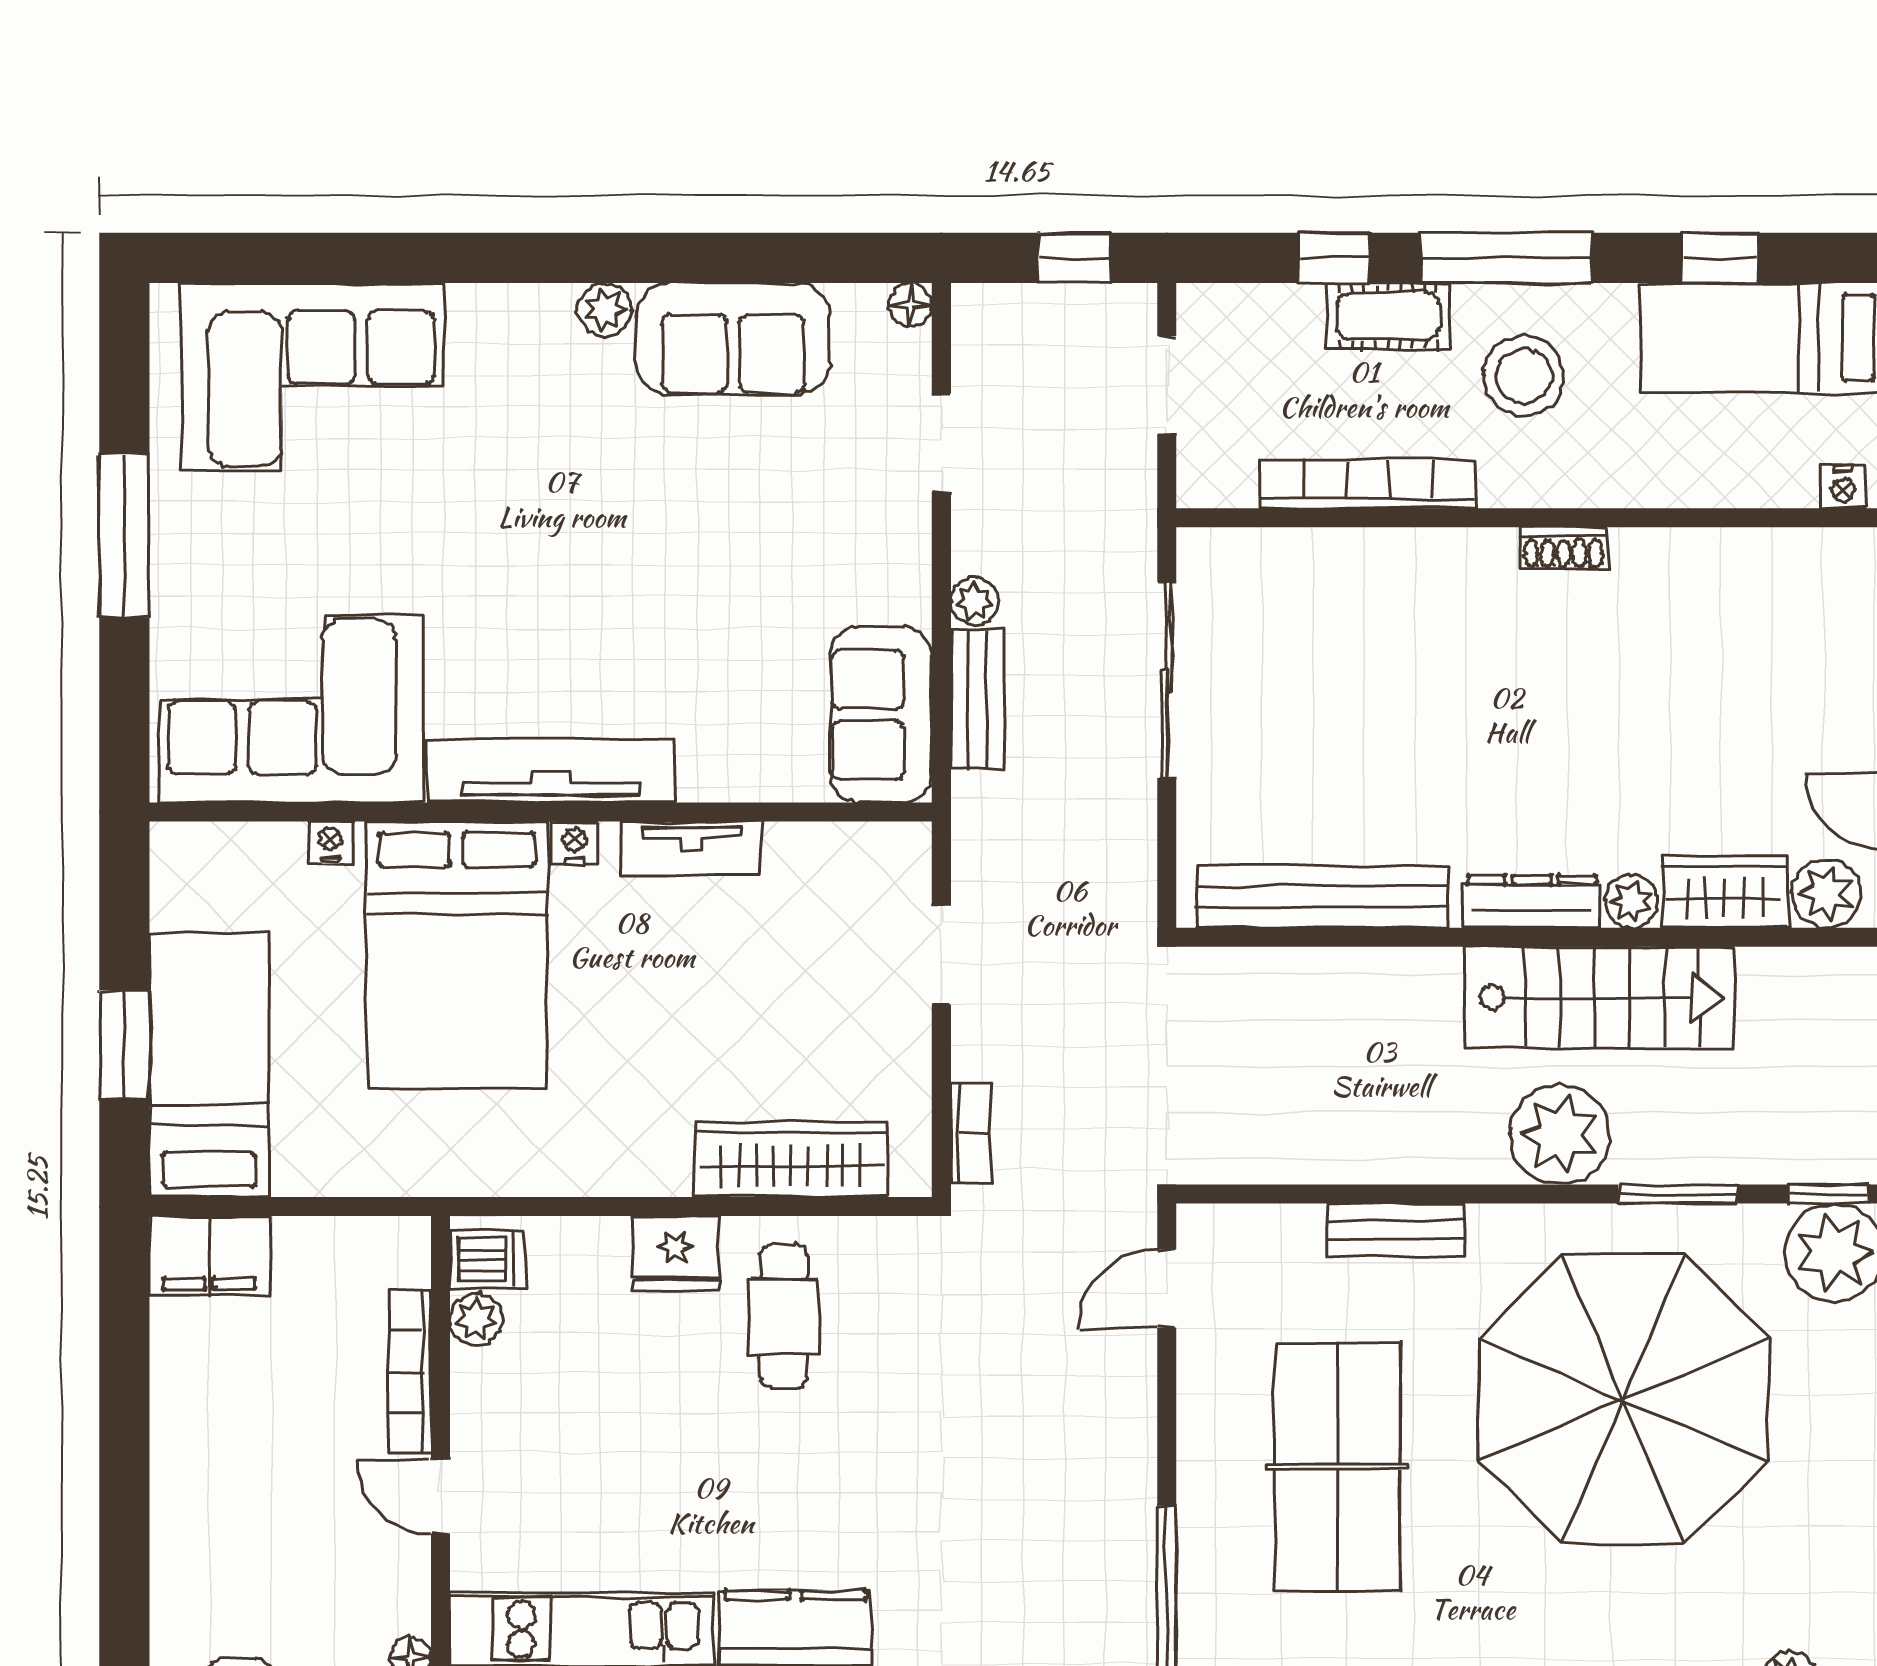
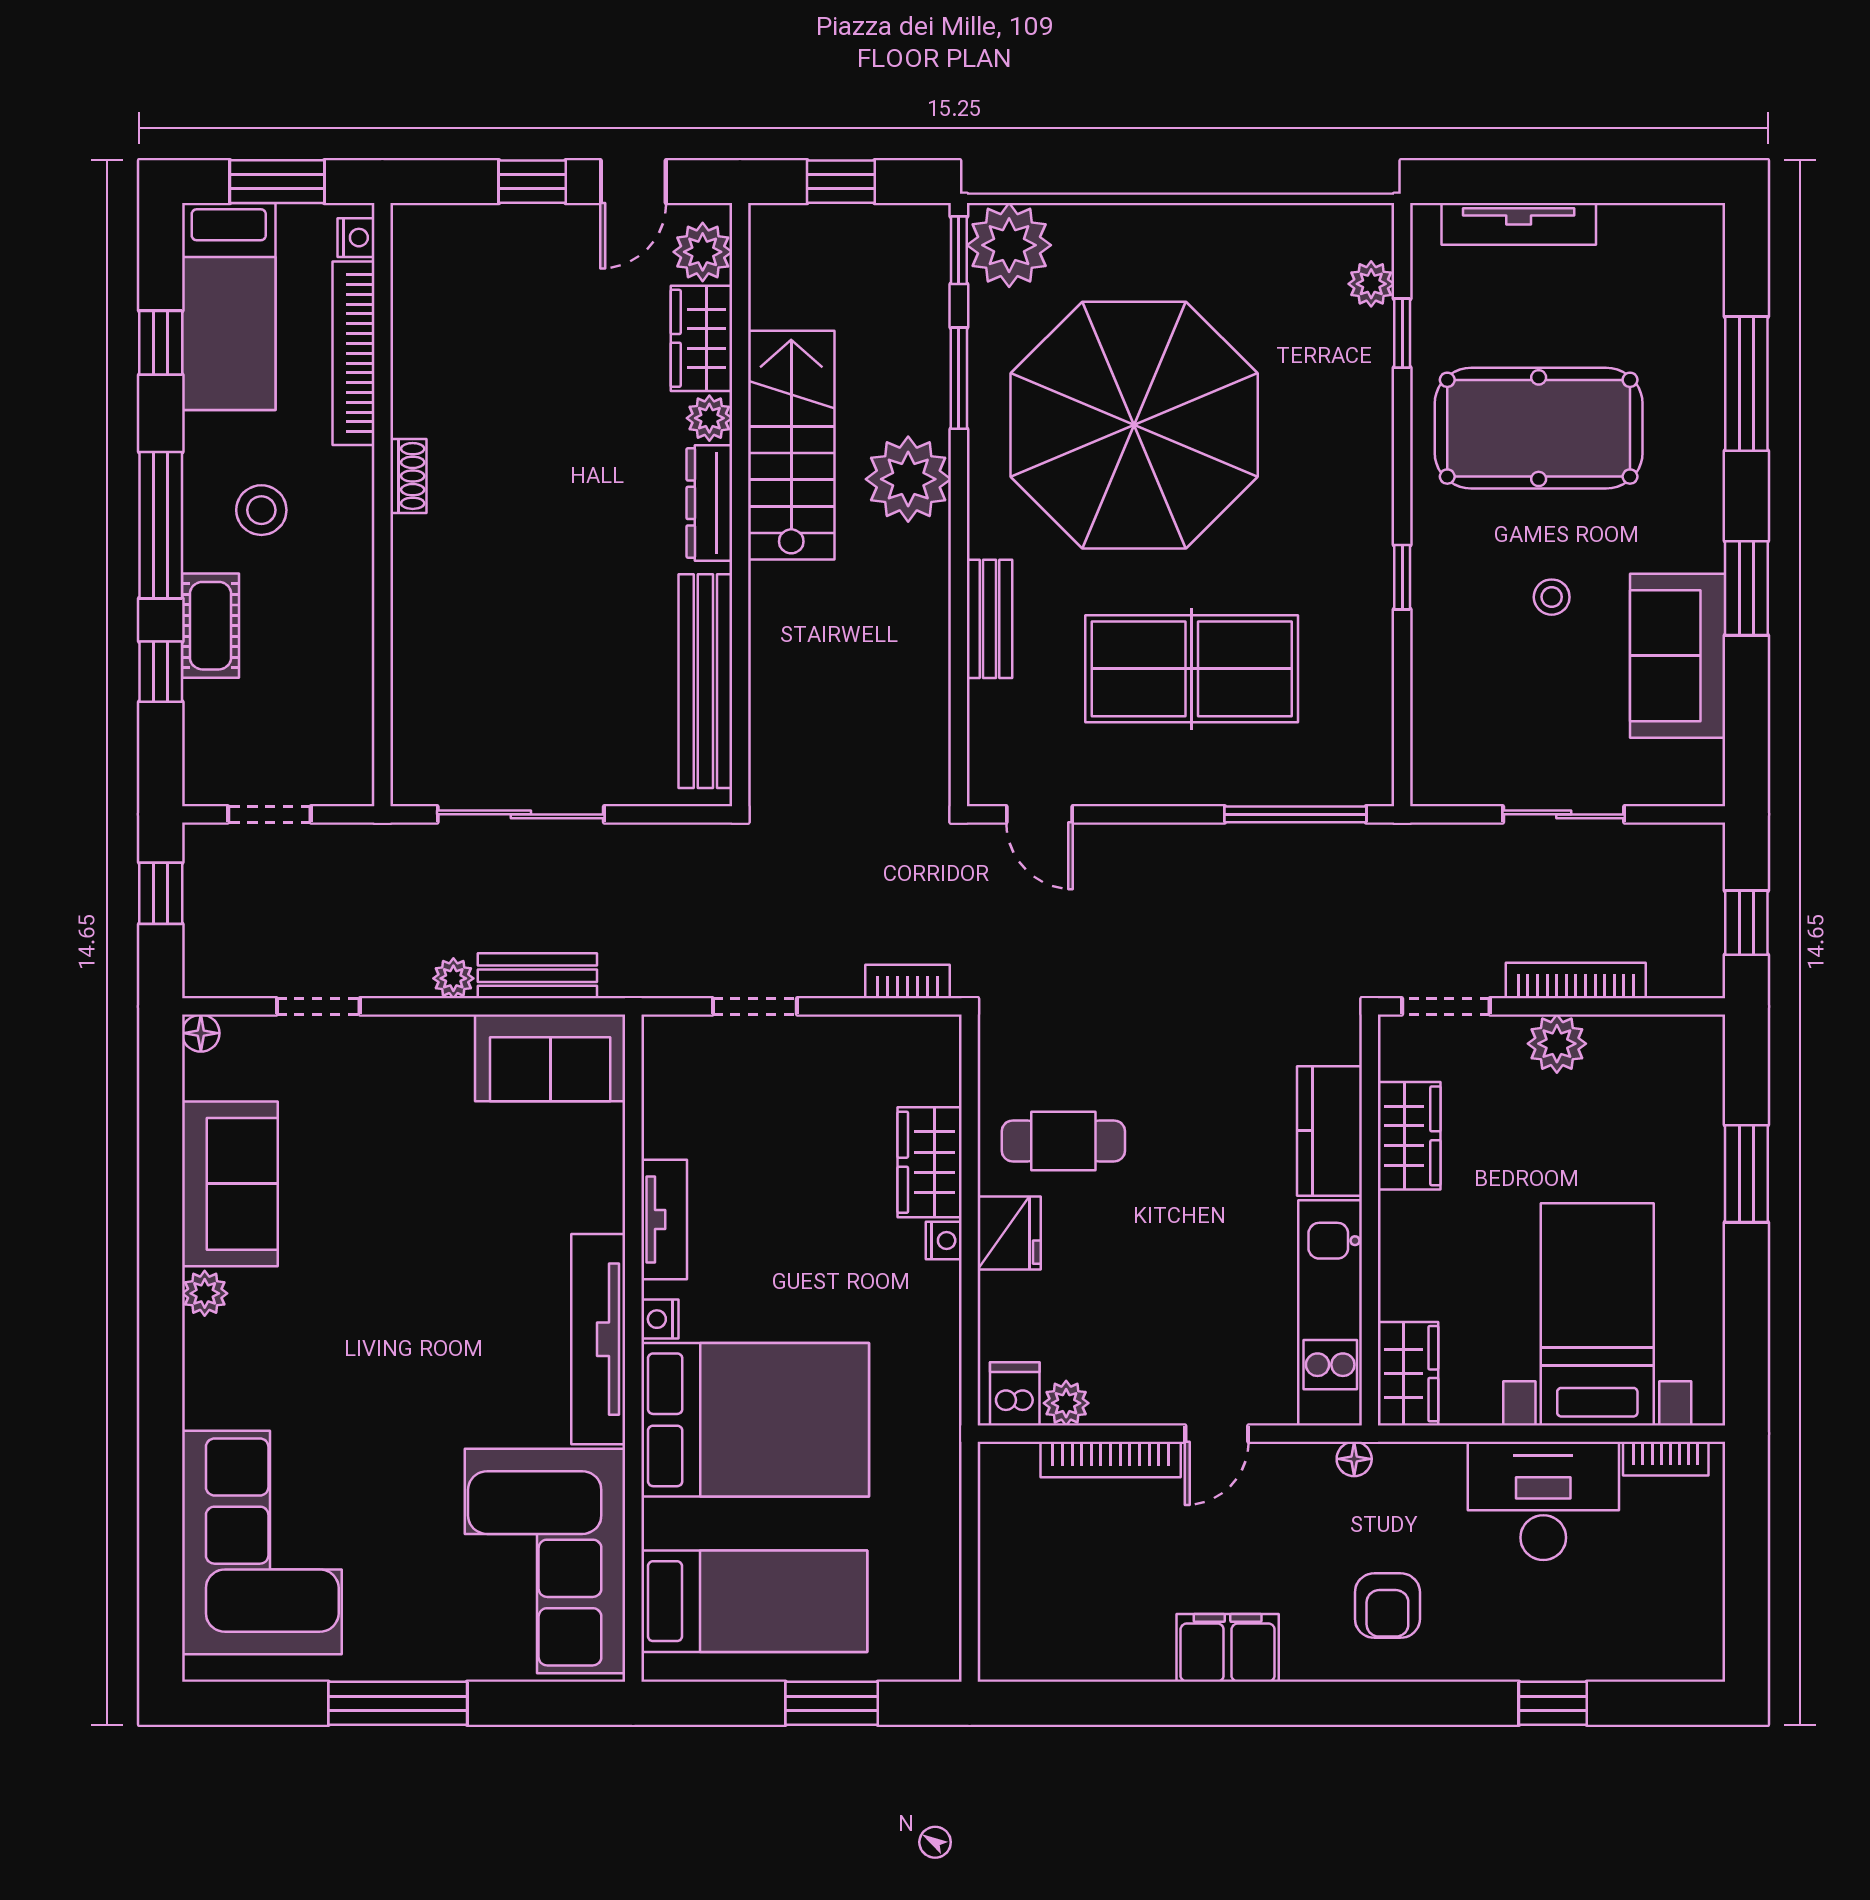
stool: (1524, 376) -> (261, 510), width x0.73, depth x0.73
bookcase: (1368, 484) -> (353, 353), moved
nightstand: (331, 842) -> (944, 1240), moved, turned 180
bed: (209, 1065) -> (754, 1601), moved, turned 180
wardrobe: (791, 1160) -> (930, 1162), width x0.67
filing cabinet: (209, 1256) -> (1228, 1648), moved, turned -90

